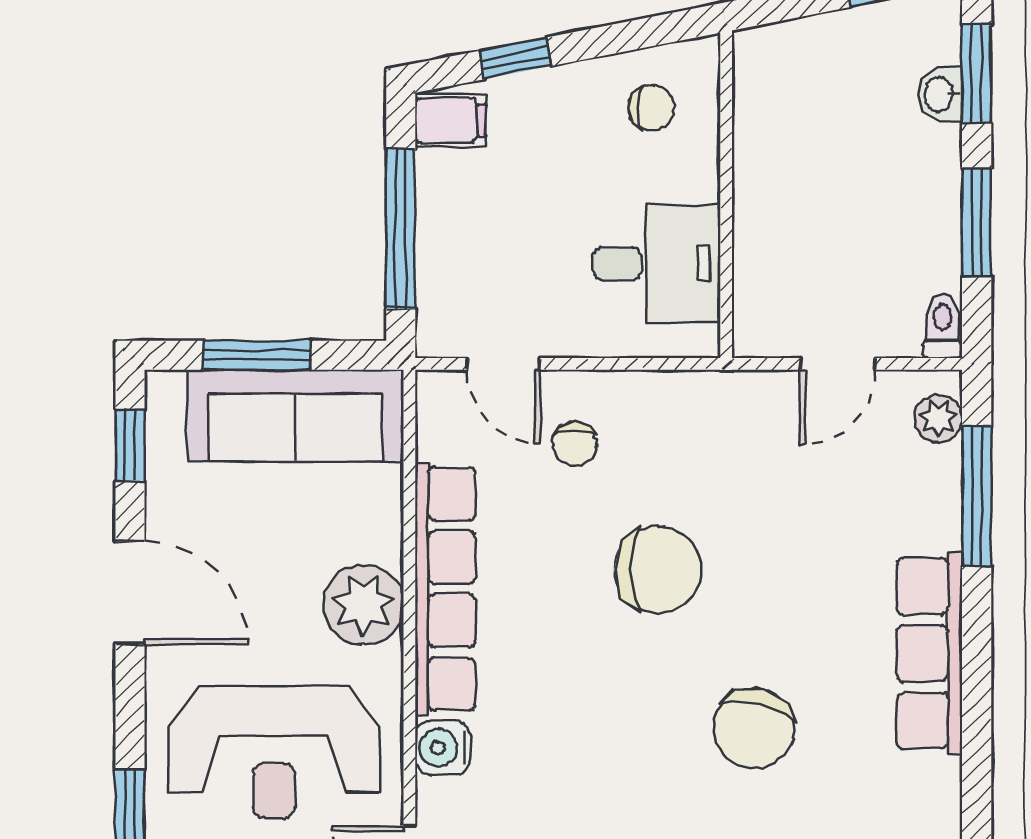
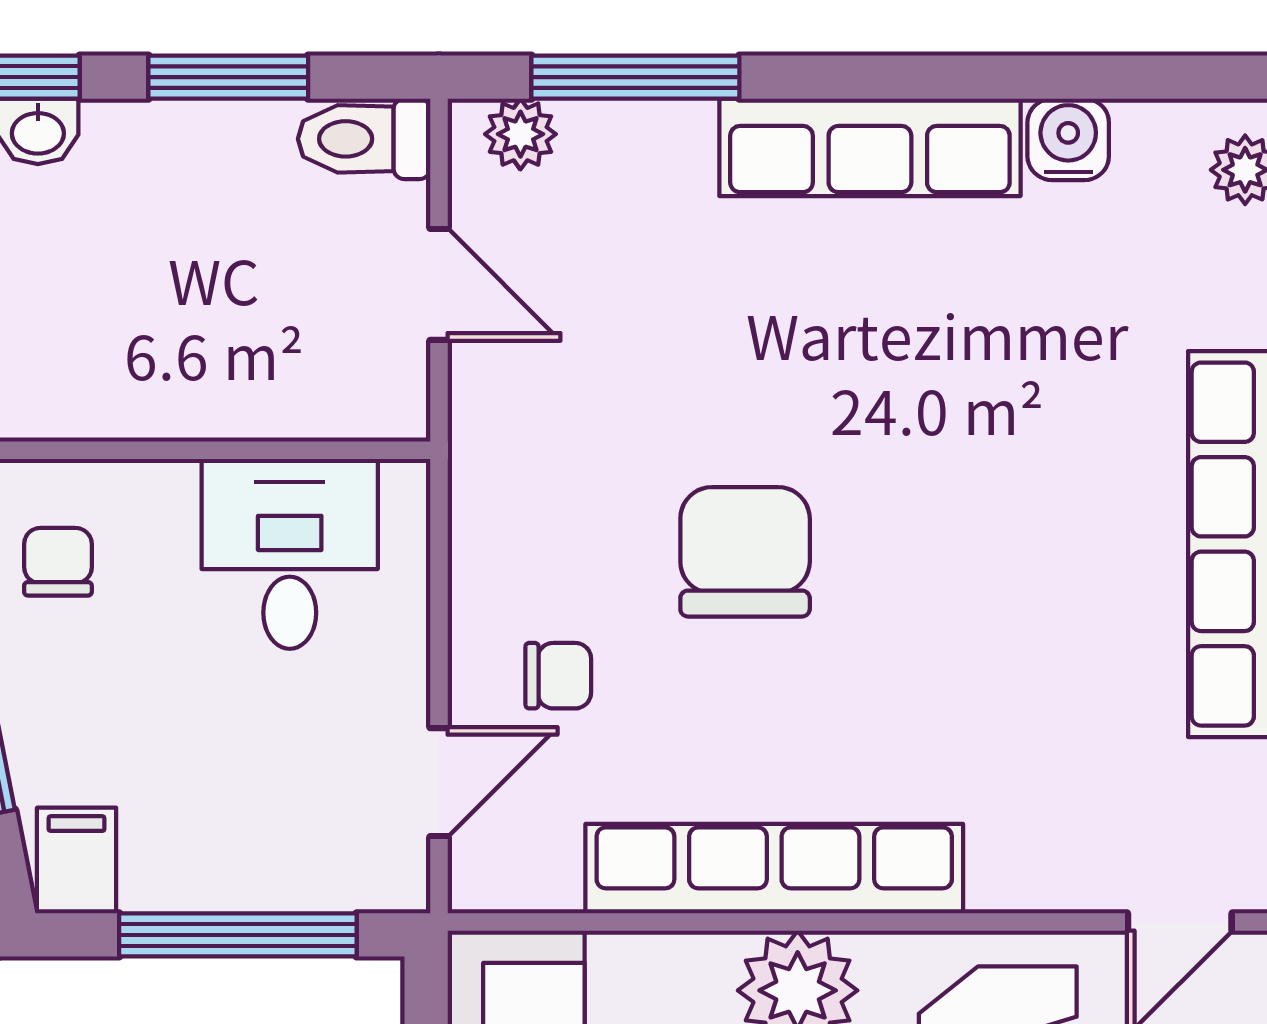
toilet: (943, 326) -> (364, 139), width x1.37, depth x1.39
chair: (754, 728) -> (982, 409), removed
water cooler: (442, 748) -> (1068, 139), moved, turned 180

